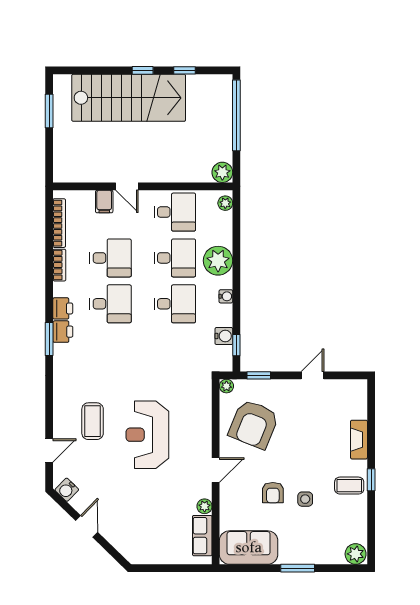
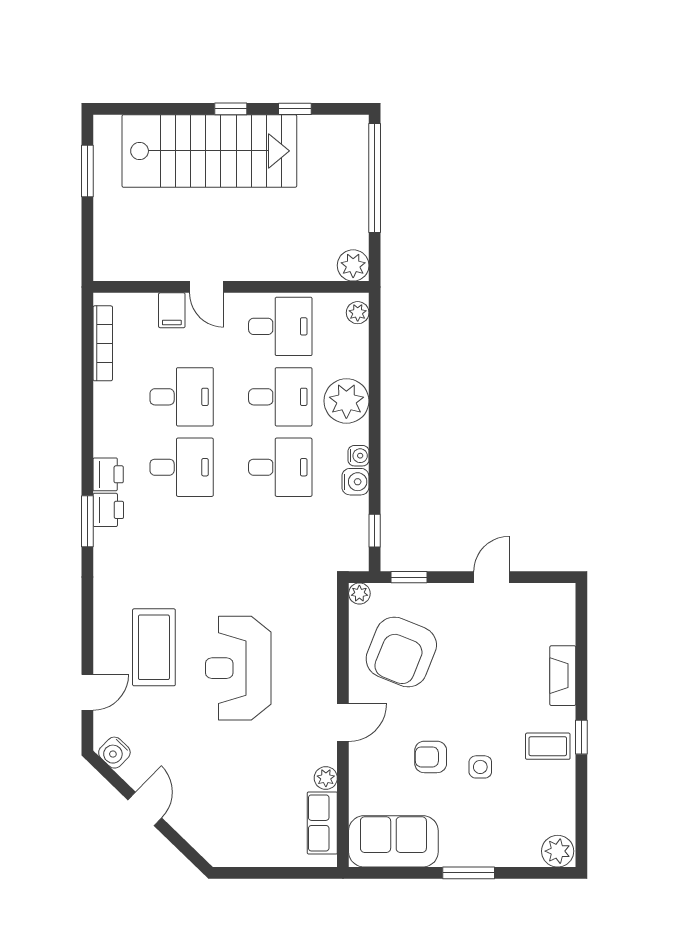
bookcase: (59, 265) -> (103, 408), removed
water cooler: (224, 336) -> (355, 482), moved
coffee table: (93, 421) -> (154, 647), width x1.36, depth x1.32
armchair: (273, 493) -> (431, 757), turned 90

